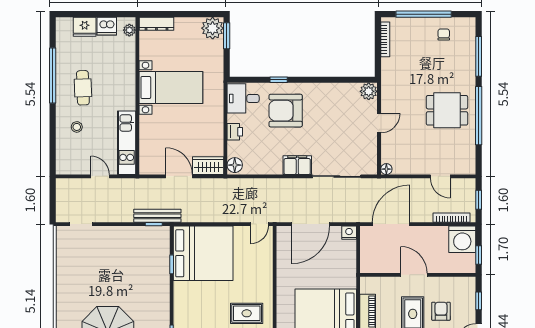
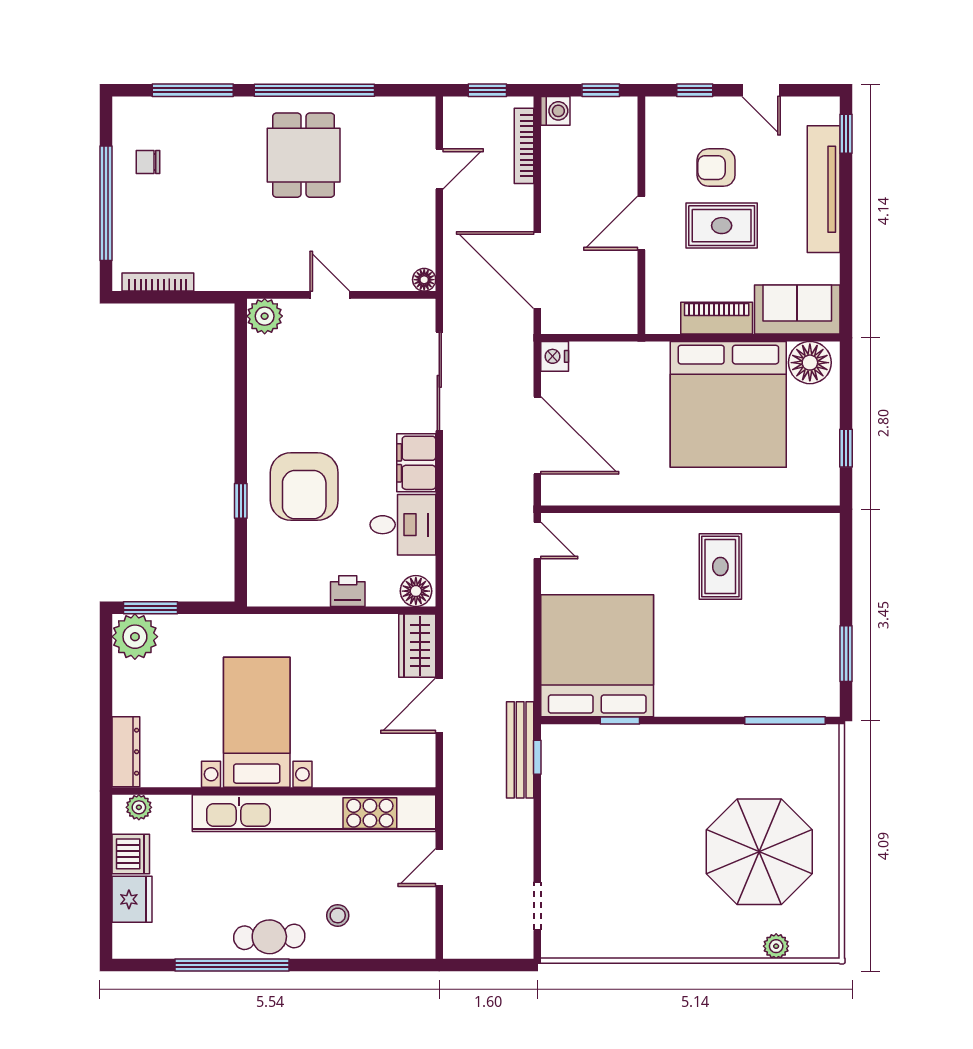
cafe table: (83, 88) -> (269, 937), moved
desk: (243, 98) -> (403, 525), moved, turned -90
kitchen unit: (127, 143) -> (314, 813), width x1.86
washing machine: (462, 239) -> (555, 111), width x0.53, depth x0.53

